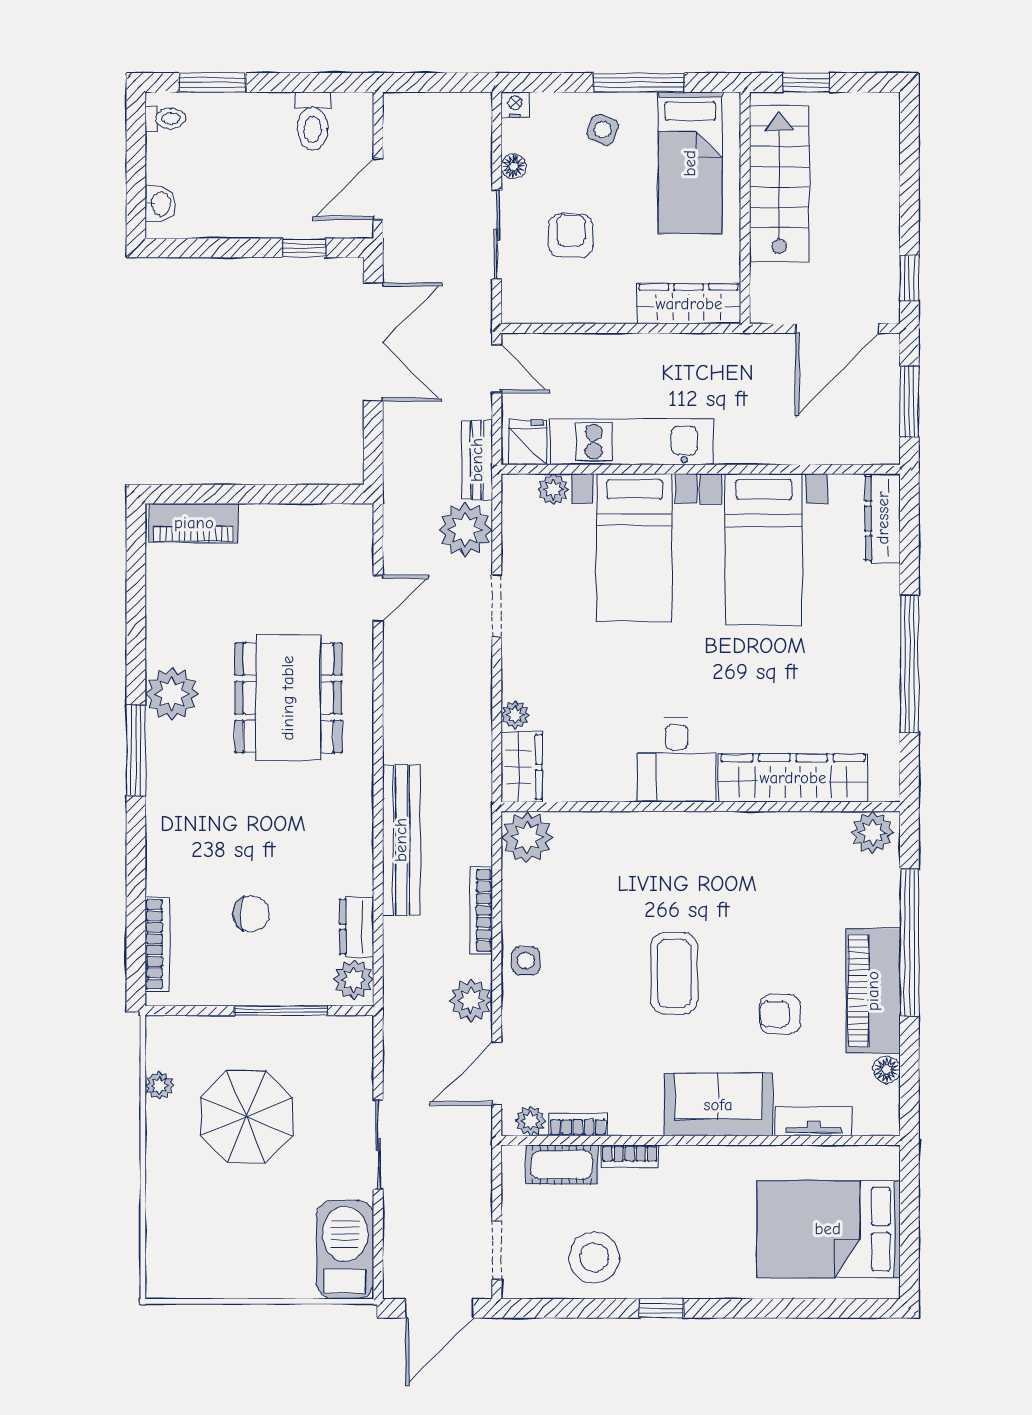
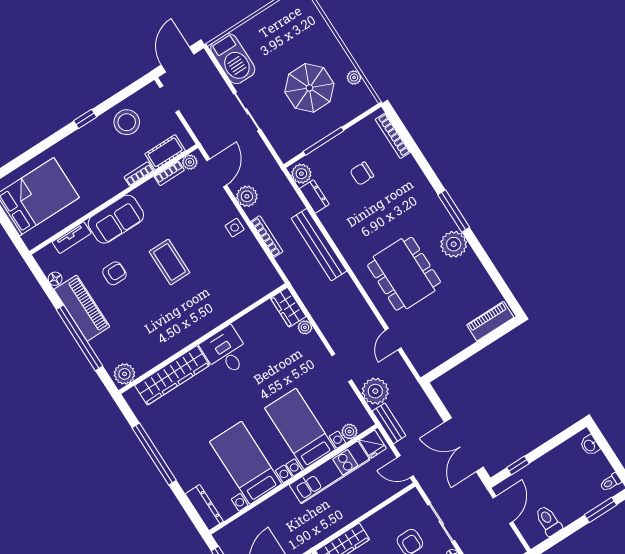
plant: (527, 837) -> (267, 279), removed

